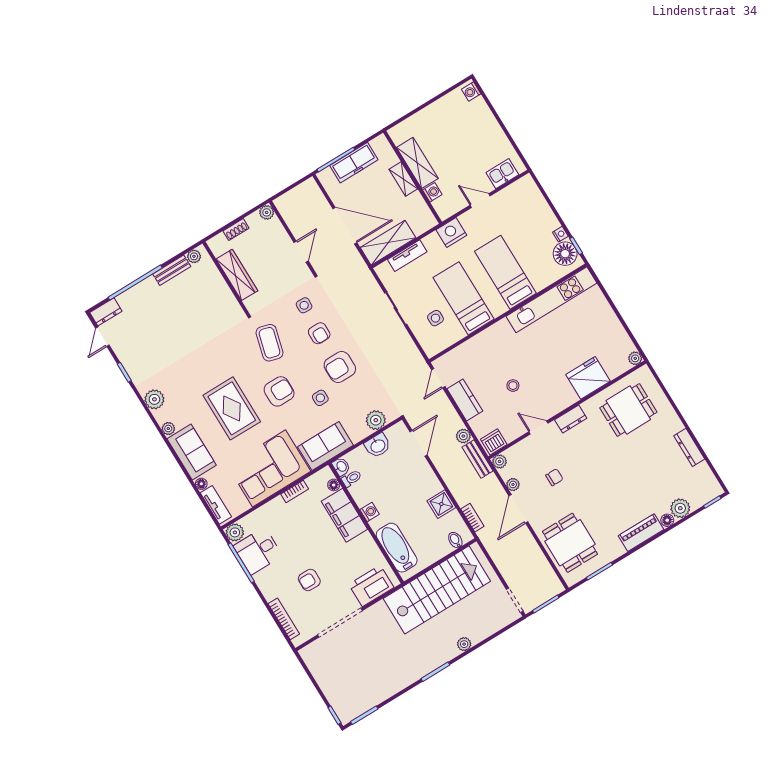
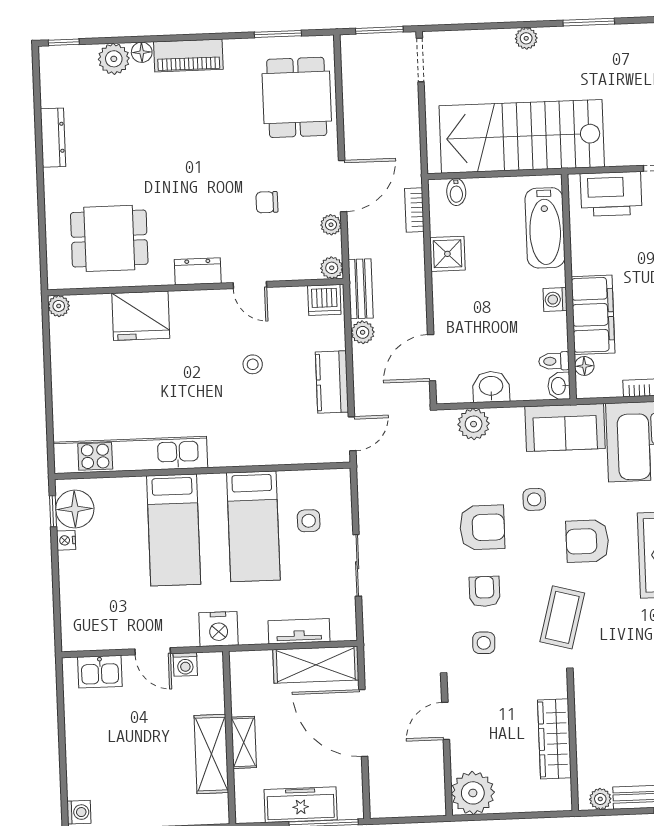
washing machine: (432, 192) -> (185, 664), moved, turned -90
plant: (267, 212) -> (473, 793), width x1.88, depth x1.88
shoe rack: (236, 230) -> (520, 804), removed

